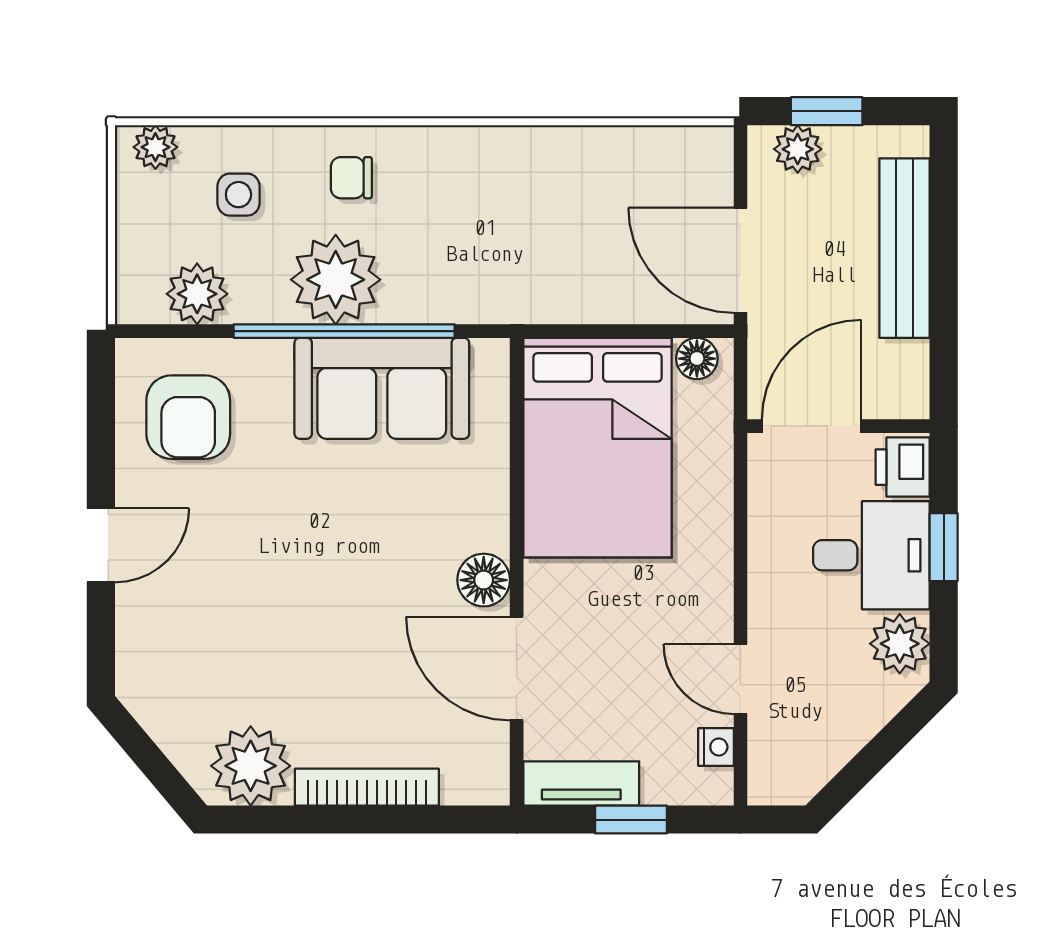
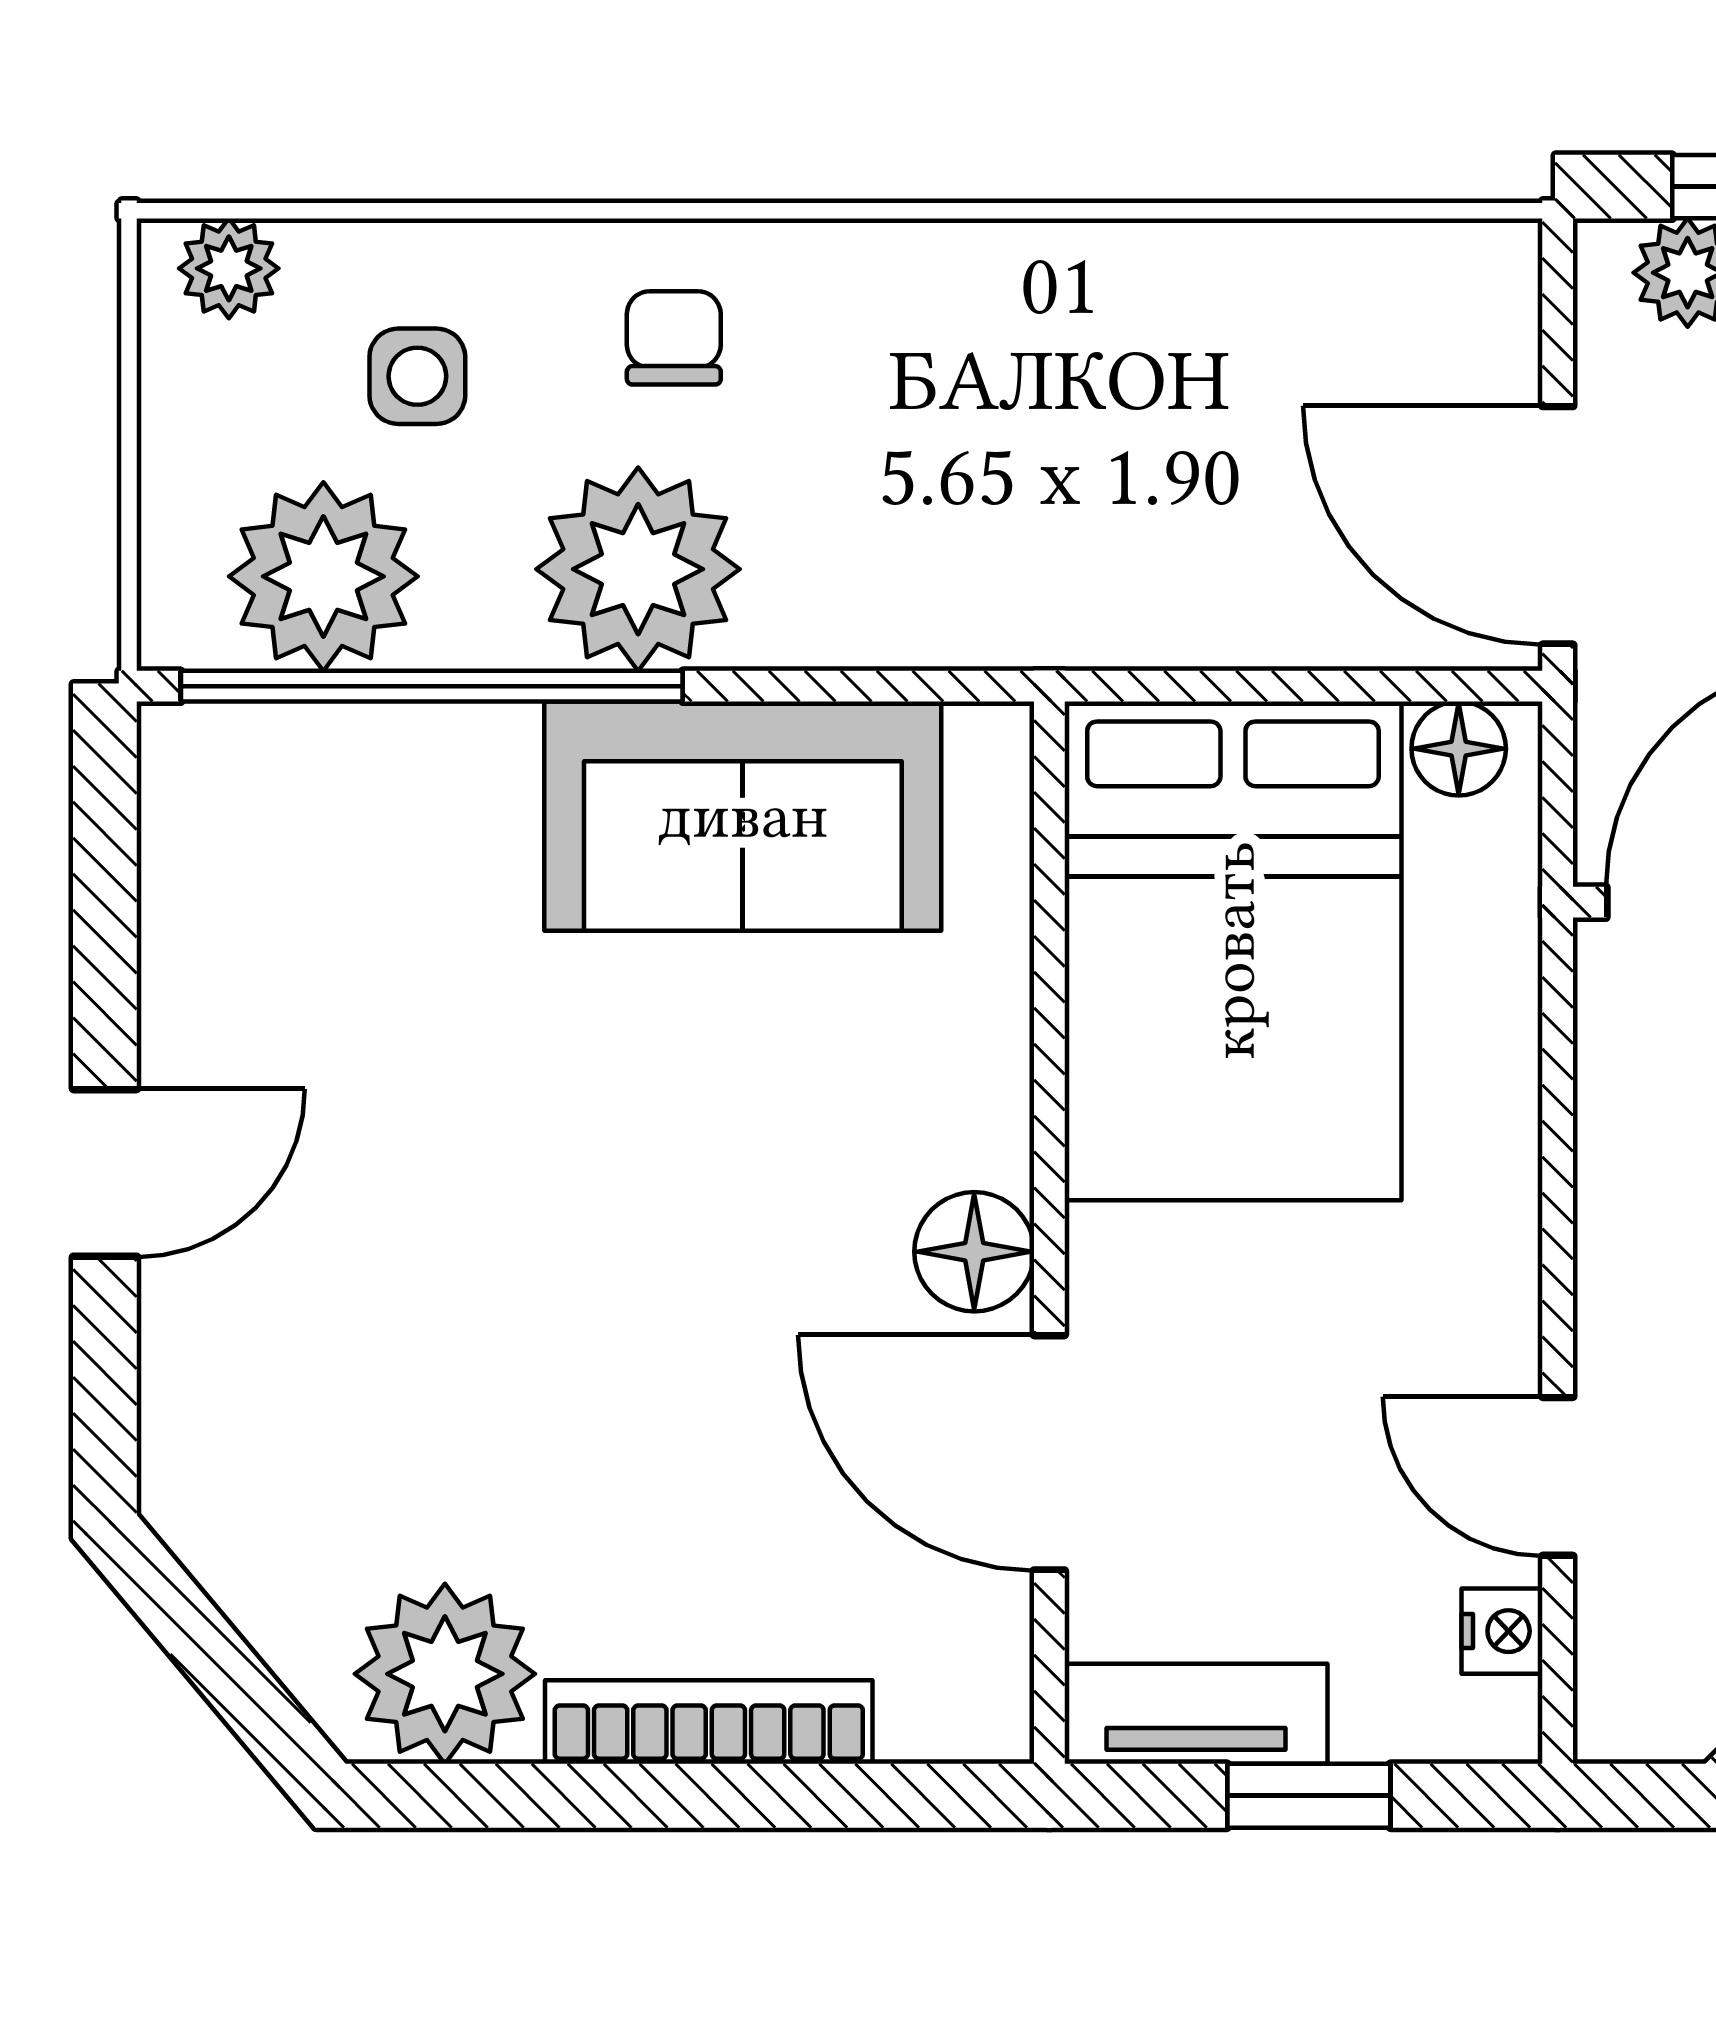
chair: (351, 178) -> (674, 338), turned 90
plant: (197, 294) -> (323, 576), width x1.36, depth x1.36
window: (344, 331) -> (432, 686), moved
armchair: (188, 417) -> (303, 882), removed

